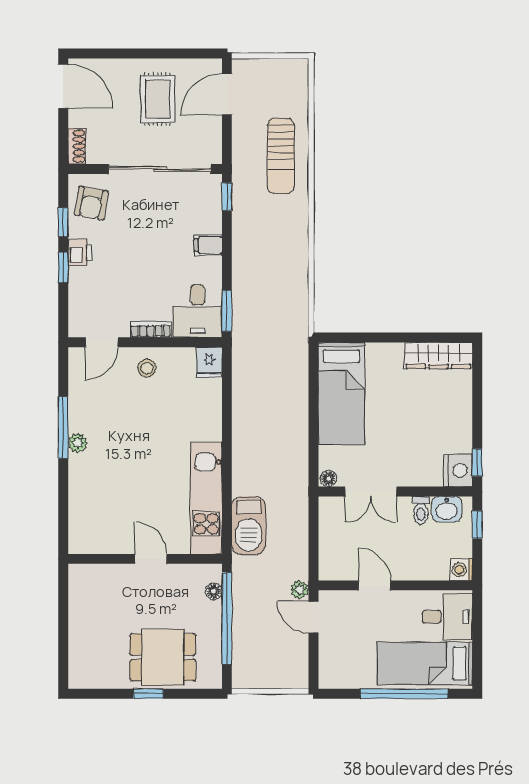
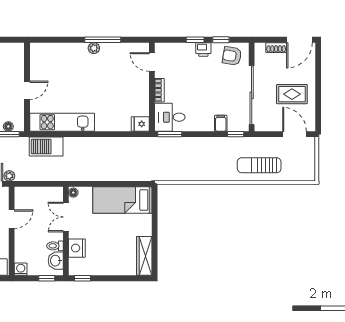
shoe rack: (77, 146) -> (276, 48), moved
filing cabinet: (208, 245) -> (221, 123), moved
stool: (147, 368) -> (137, 88), removed
nightstand: (458, 471) -> (77, 248), moved, turned 90

